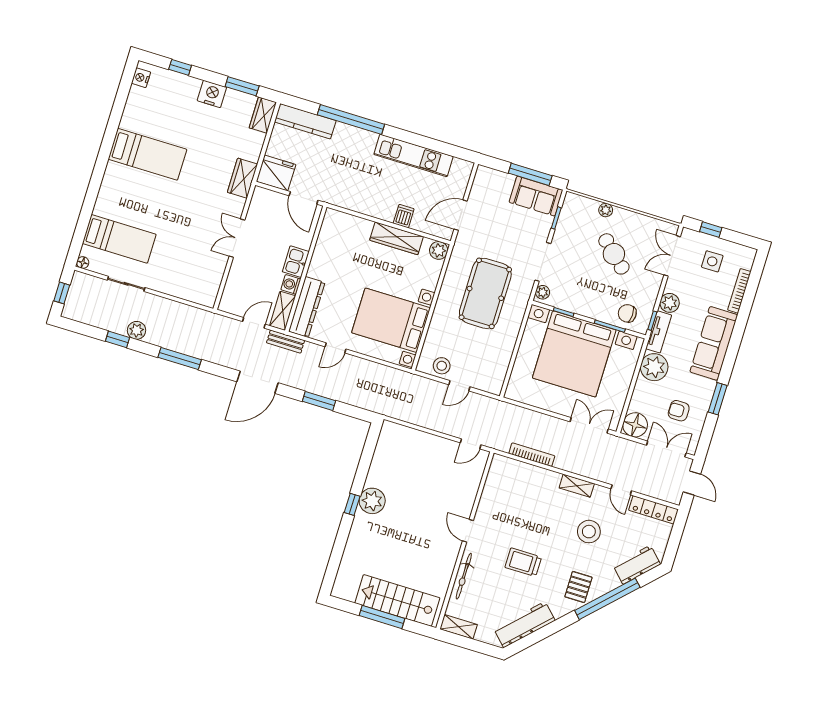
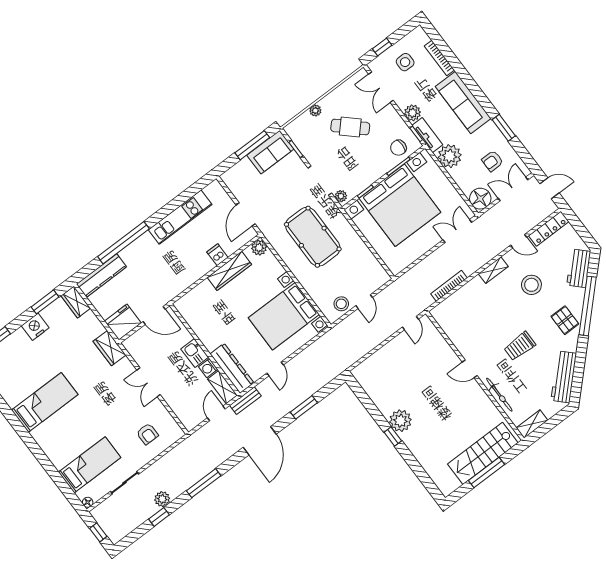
armchair: (188, 272) -> (147, 434), added

